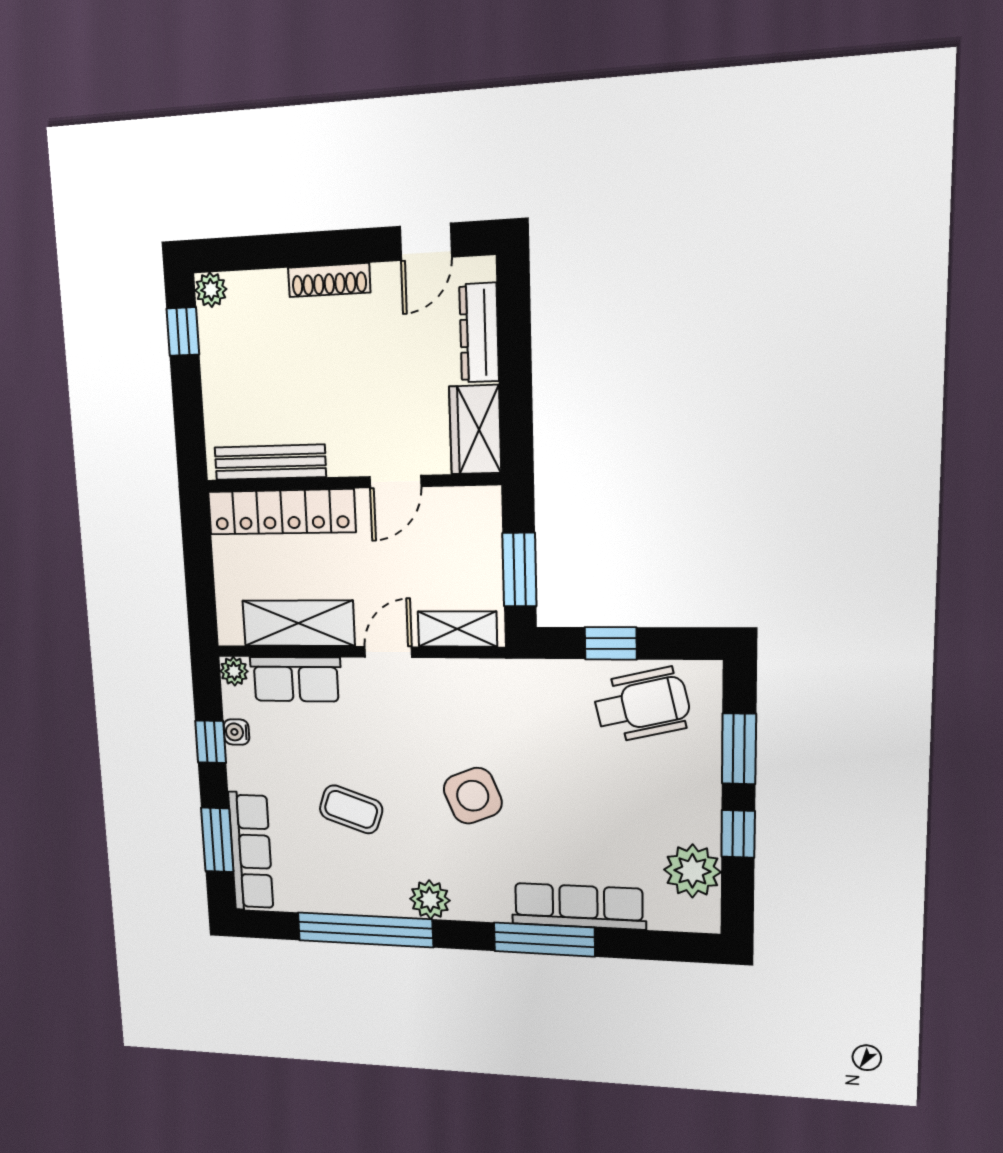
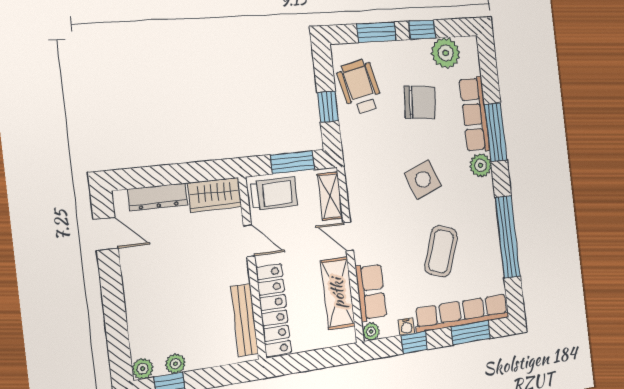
shoe rack: (329, 280) -> (132, 292), removed
plant: (214, 343) -> (175, 364), added
trolley: (469, 533) -> (274, 194), added
coffee table: (351, 809) -> (441, 251), width x1.36, depth x1.30
chair: (607, 810) -> (420, 102), added
row of seats: (251, 852) -> (462, 313), width x1.36
plant: (430, 900) -> (481, 165), moved

